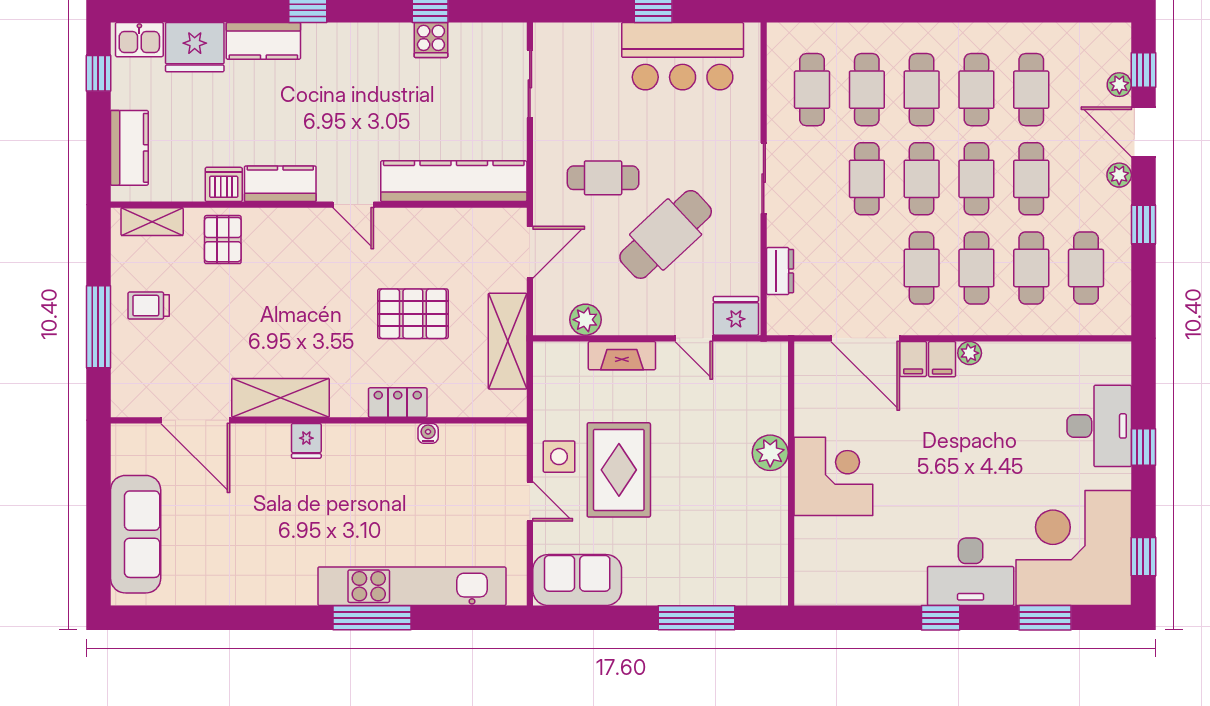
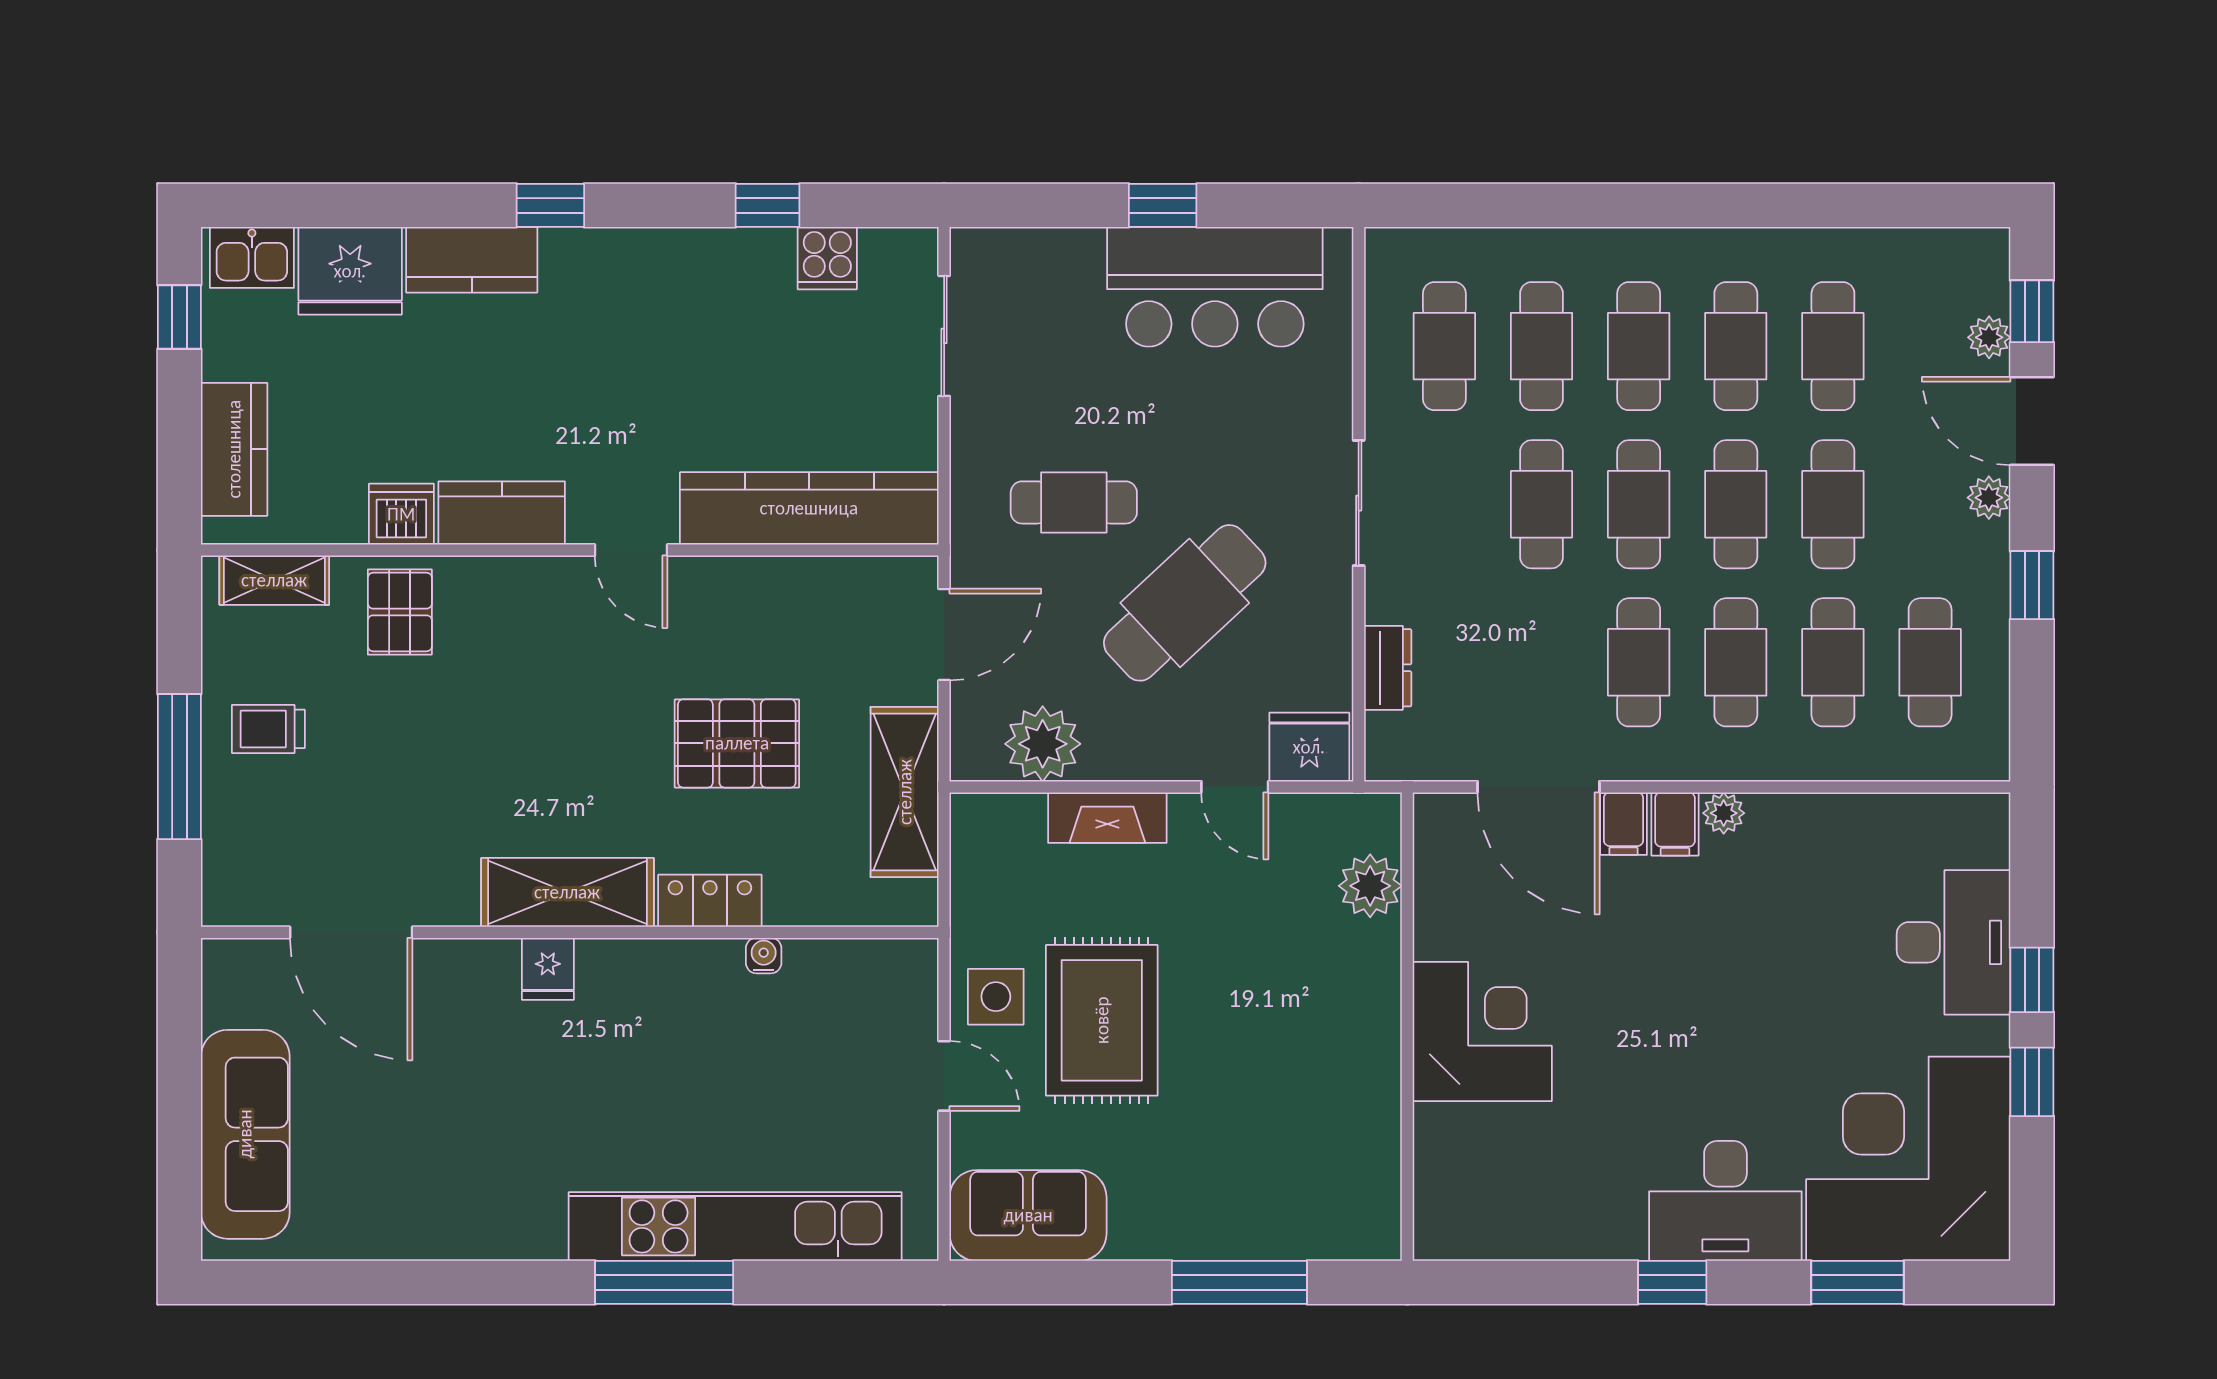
cooker: (431, 40) -> (827, 258), moved
plant: (585, 320) -> (1043, 744), width x1.36, depth x1.36
shelving: (281, 398) -> (567, 892), moved
plant: (770, 453) -> (1370, 886), moved
window: (1143, 557) -> (2032, 1082), moved

